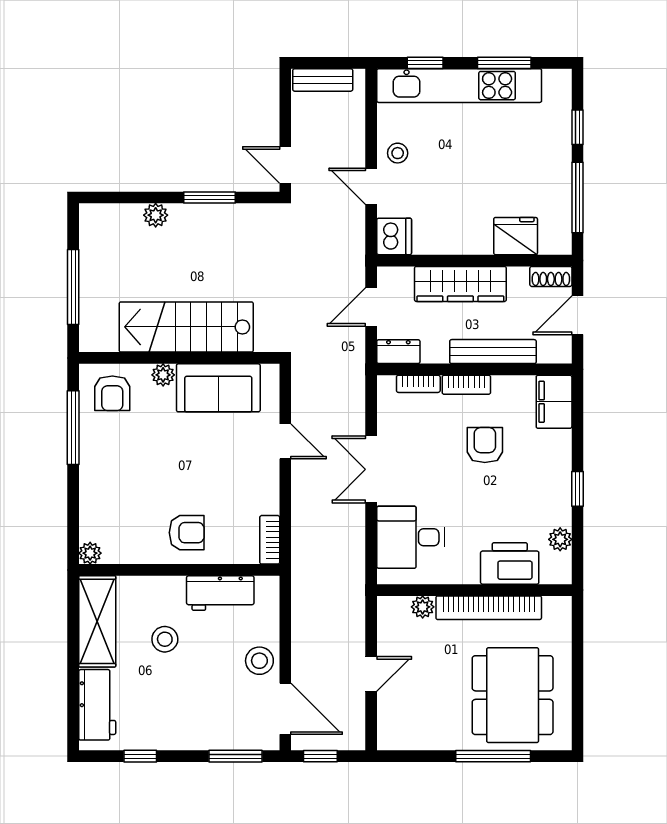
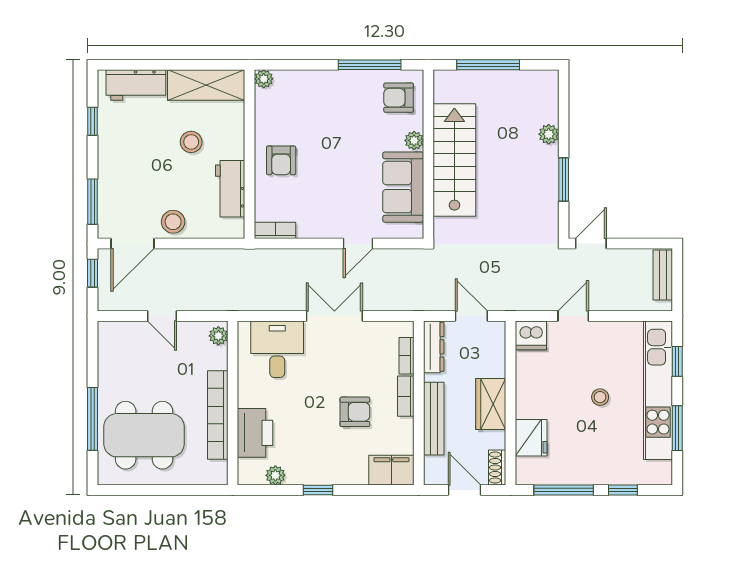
stool: (398, 153) -> (600, 397), moved
wardrobe: (460, 284) -> (491, 404), width x0.67
dresser: (398, 352) -> (434, 347), width x1.44
plant: (423, 607) -> (218, 336), moved

